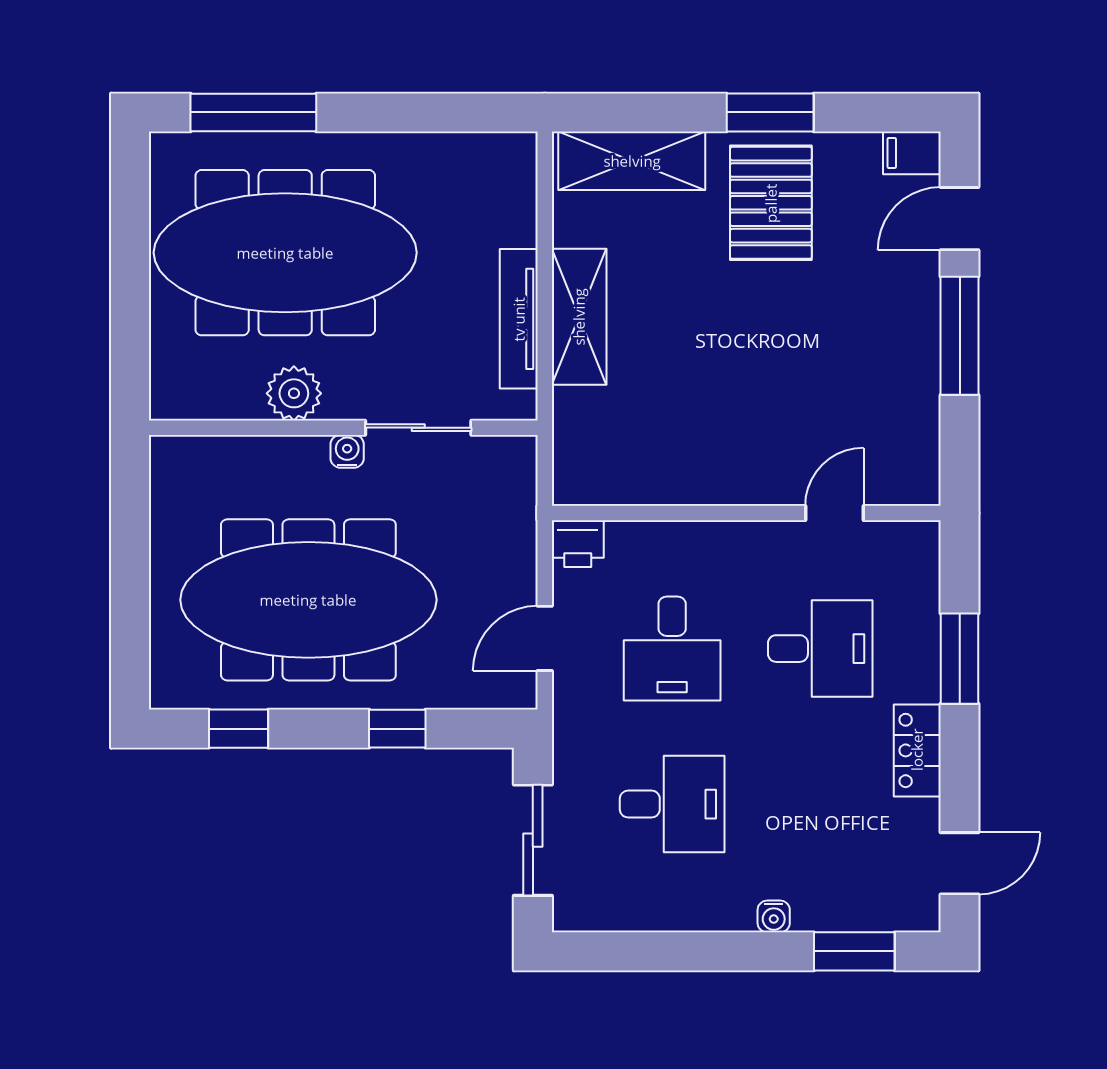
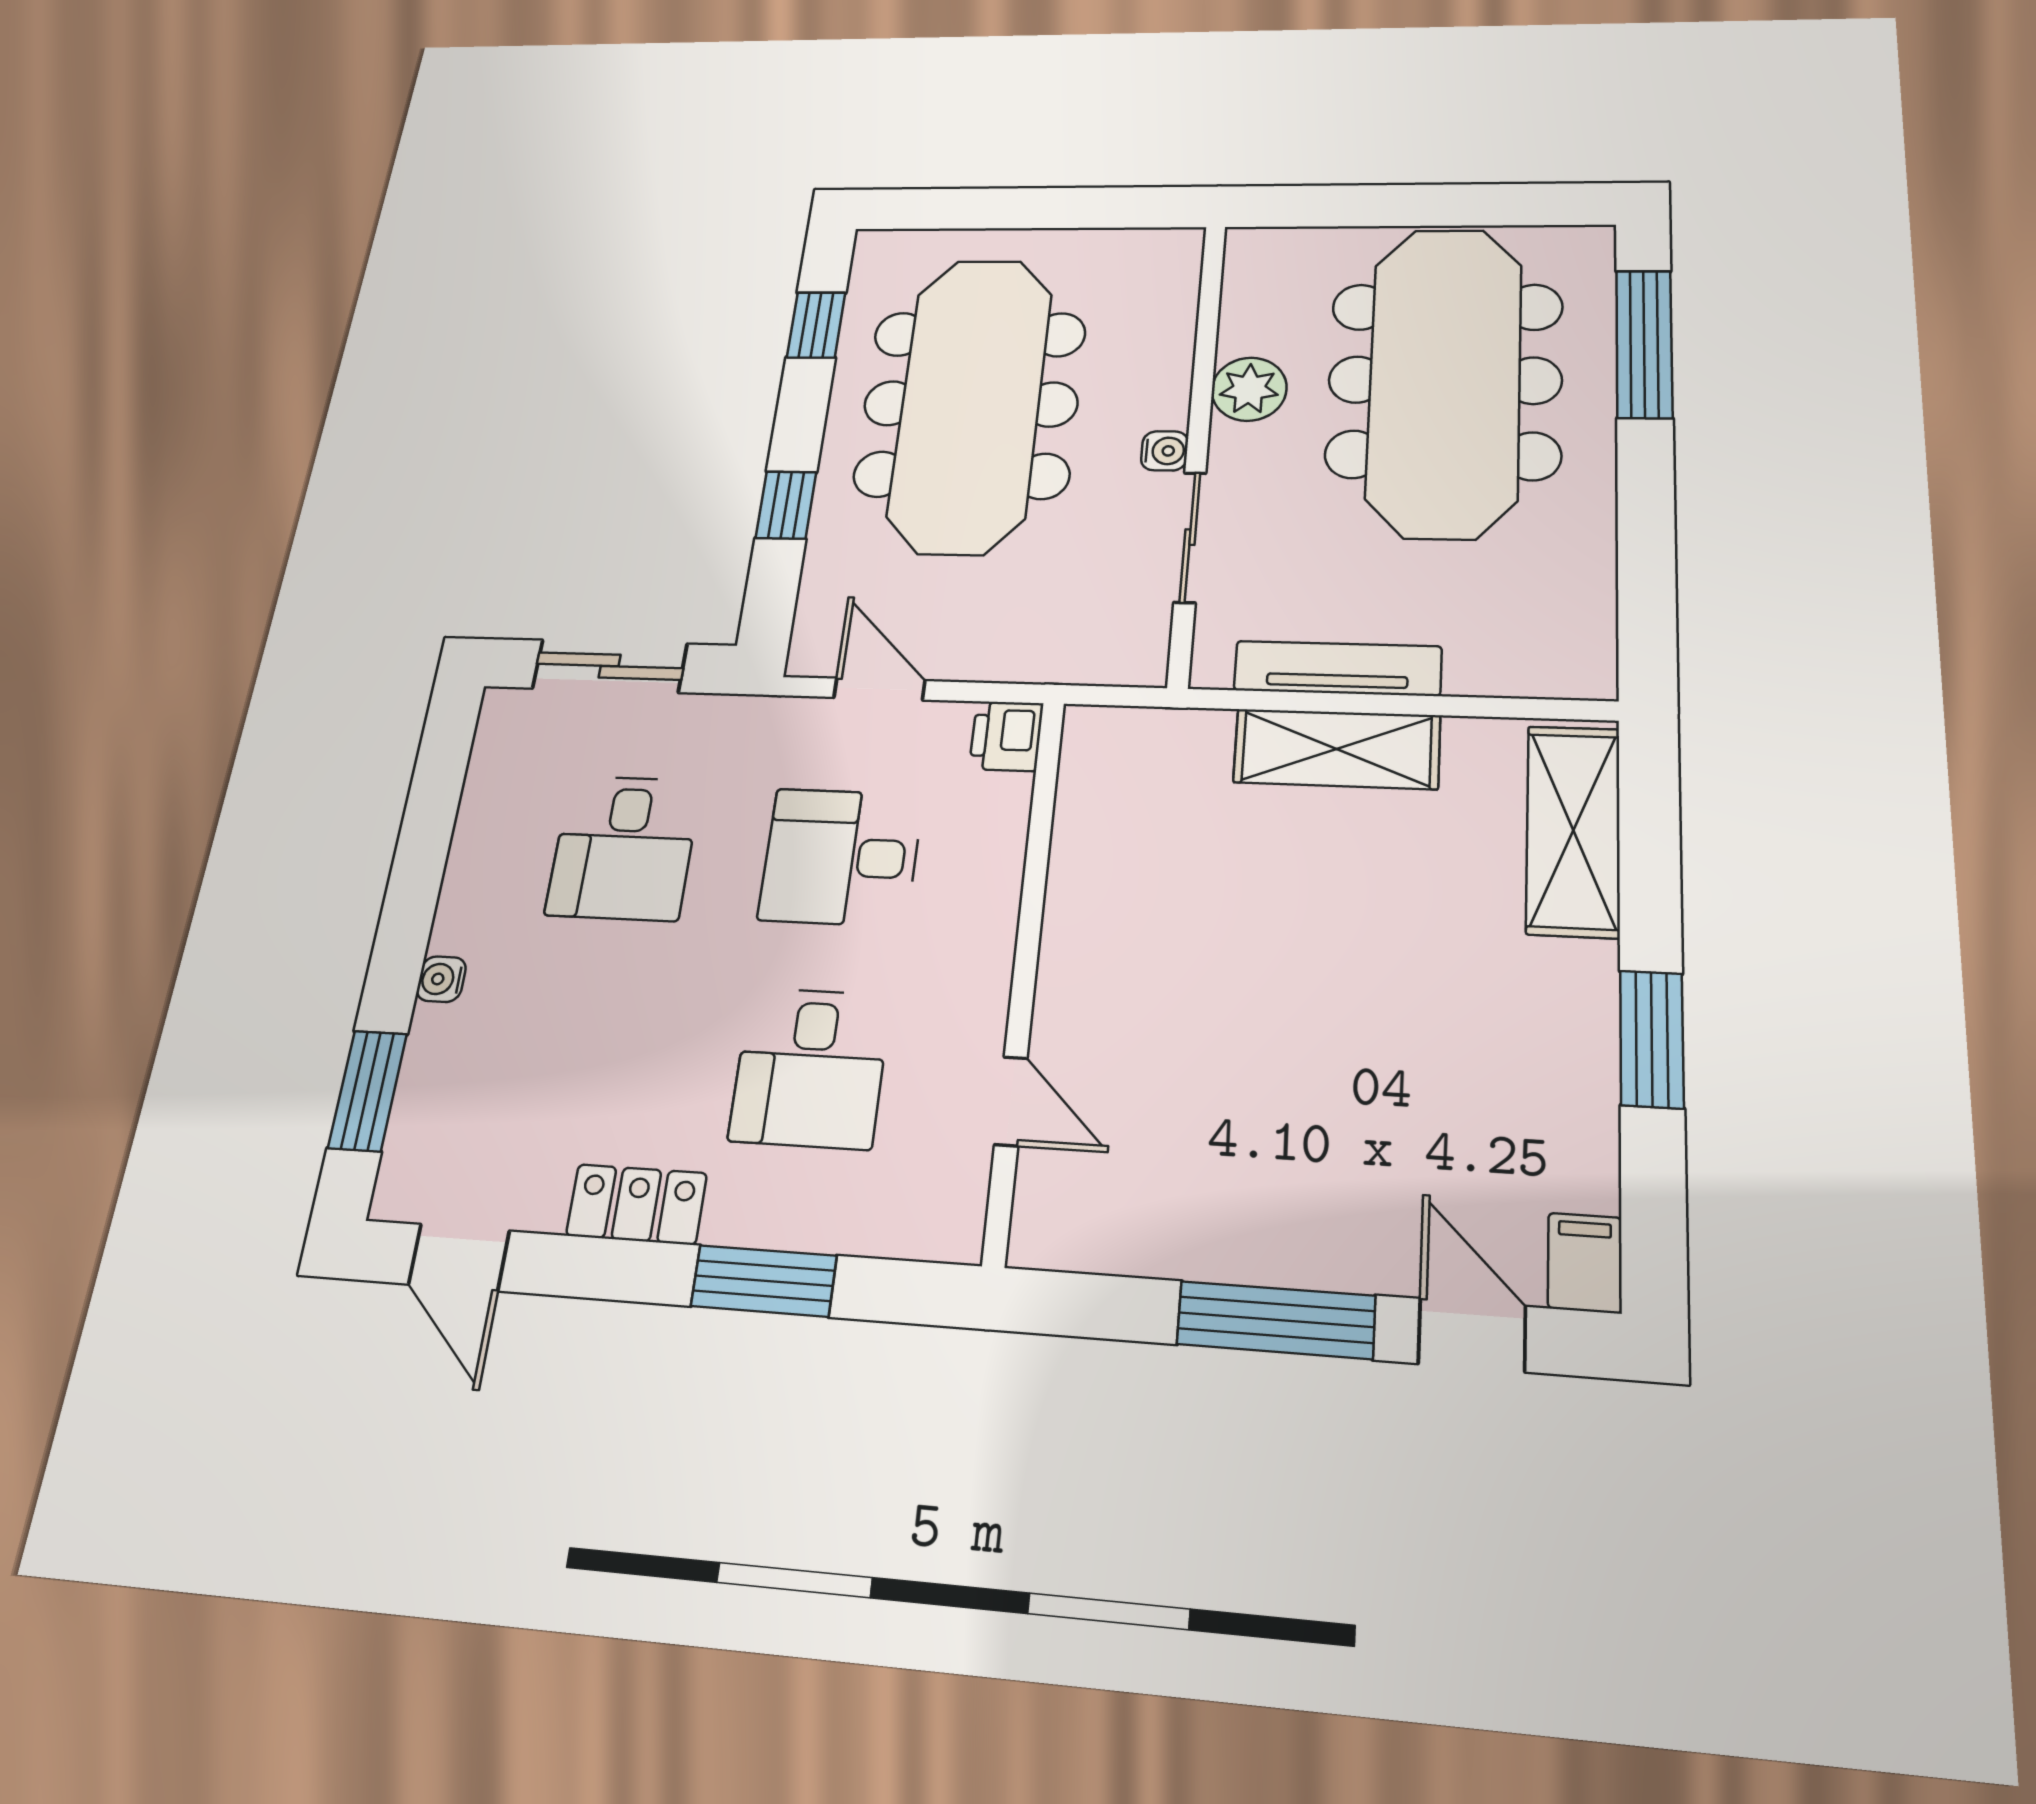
pallet: (771, 203) -> (1504, 1032), removed

